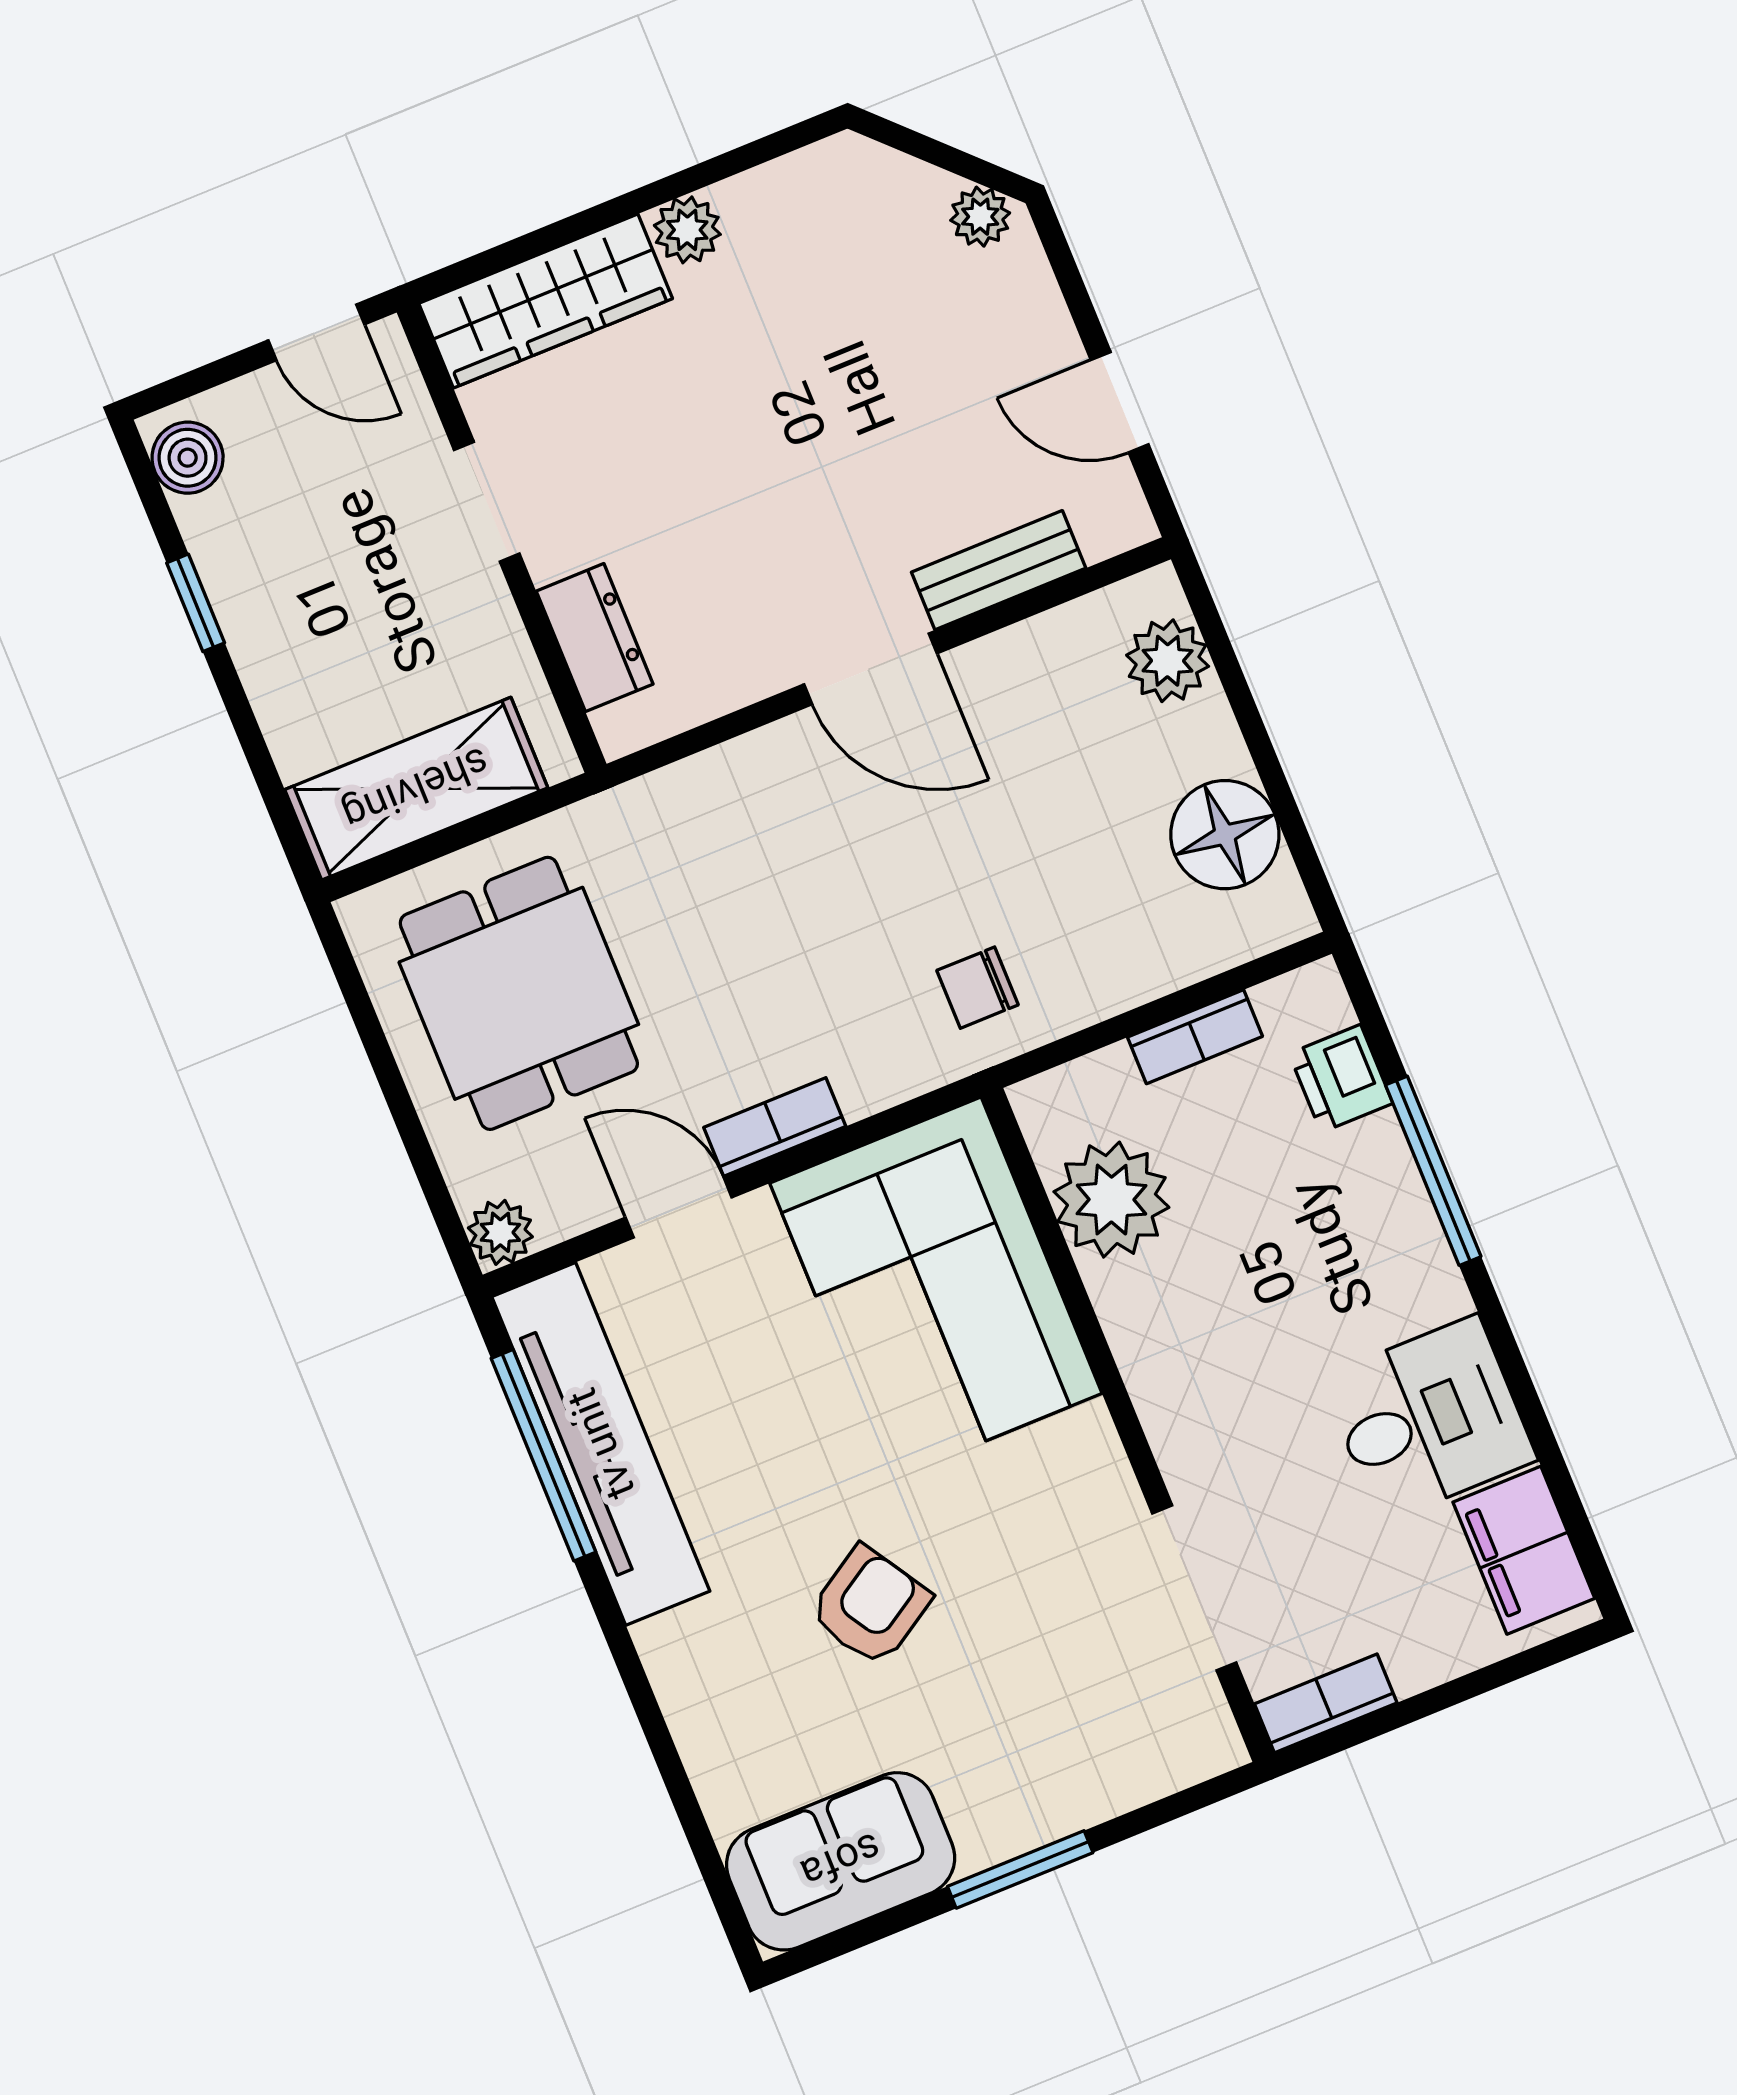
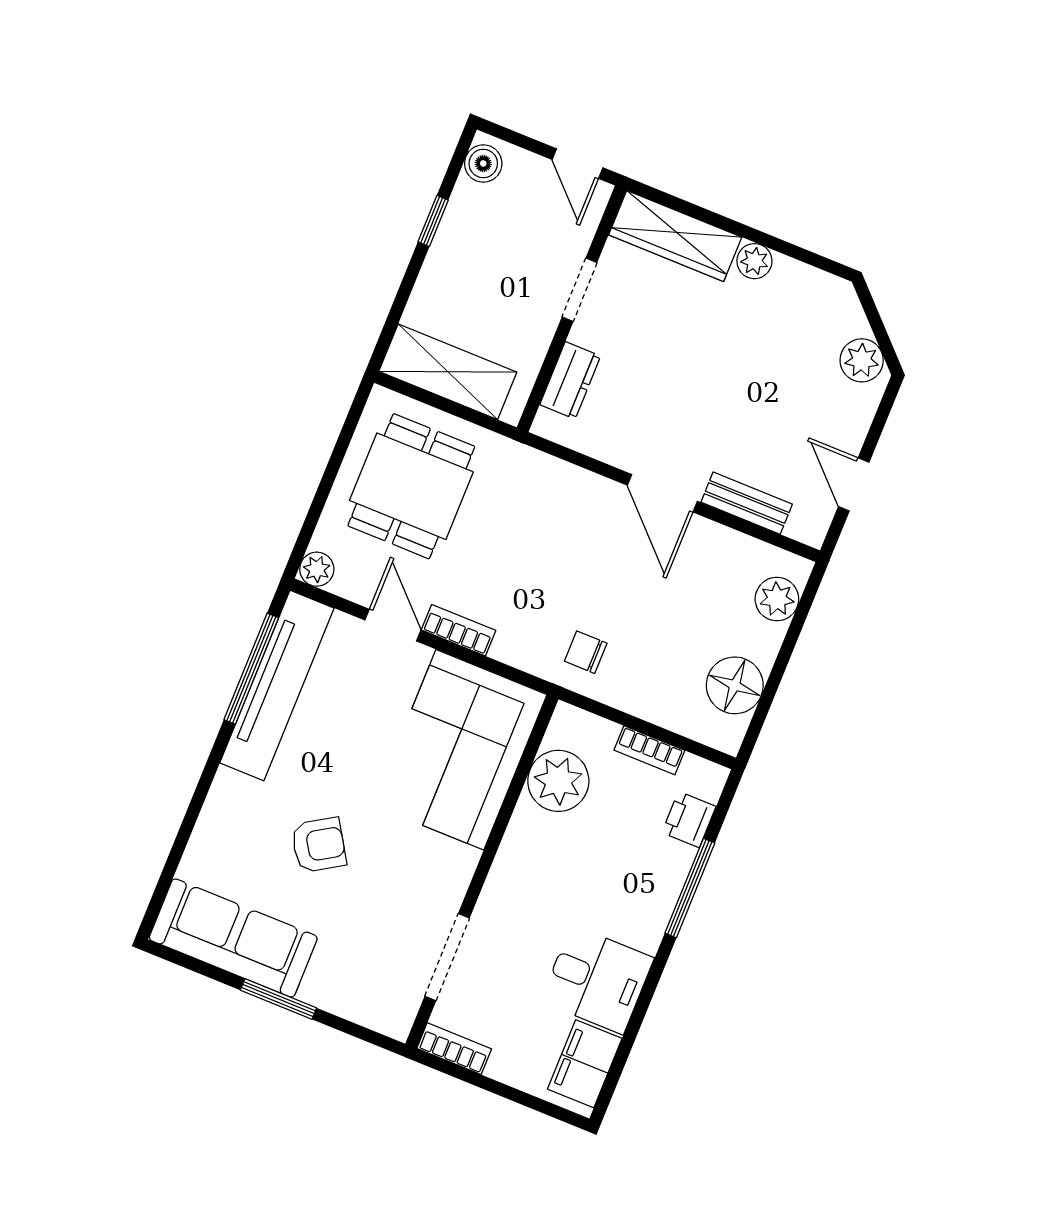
plant: (980, 217) -> (862, 360), width x1.38, depth x1.38
sofa: (841, 1861) -> (233, 938), width x1.36

